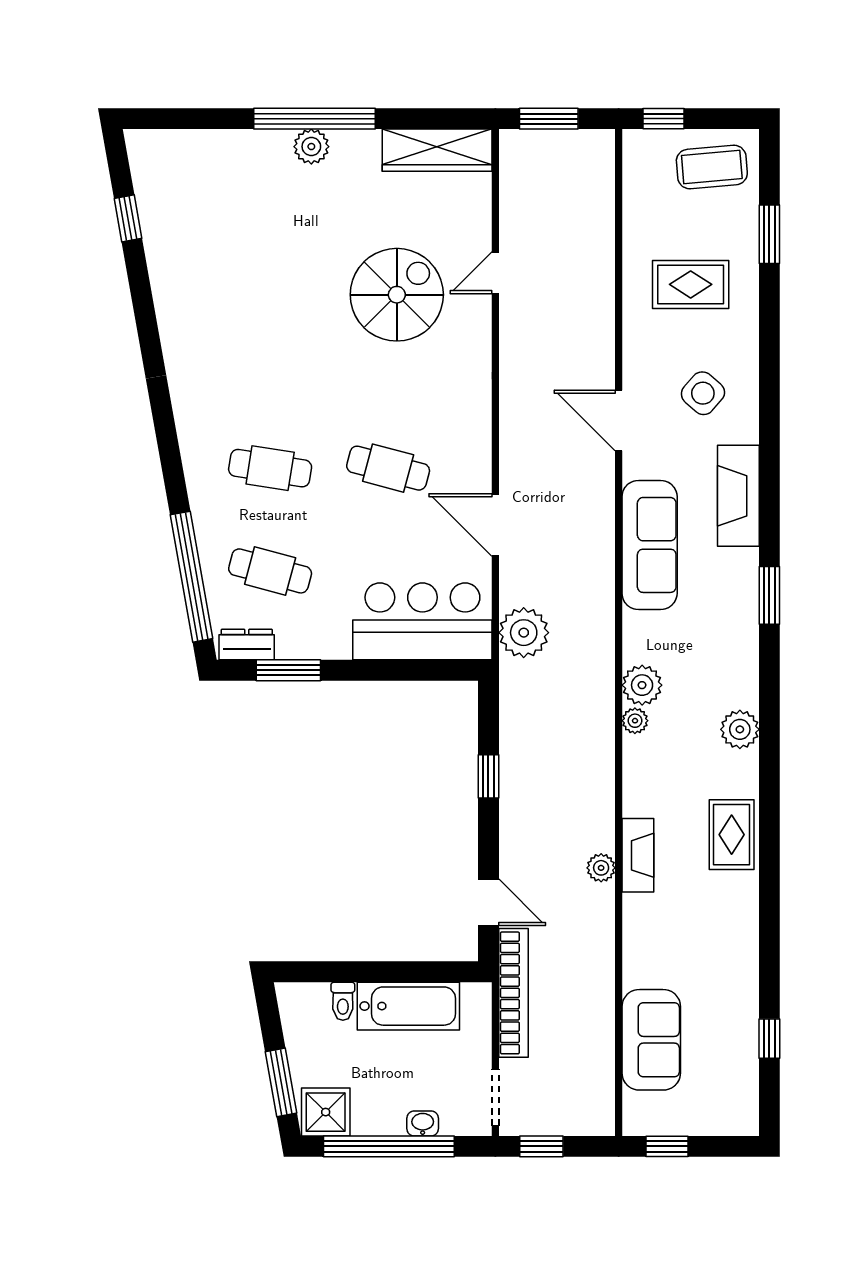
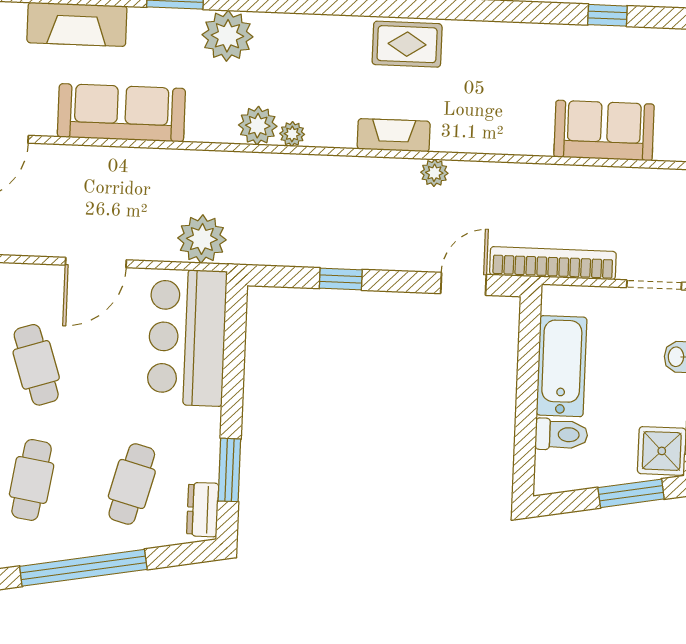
cafe table: (388, 468) -> (36, 365), turned -33
window: (191, 577) -> (83, 568), moved
plant: (740, 729) -> (227, 36), moved, width x1.36, depth x1.36
fireplace: (638, 855) -> (394, 135), moved
toilet: (343, 1001) -> (561, 434), width x1.37, depth x1.39

